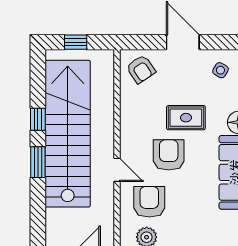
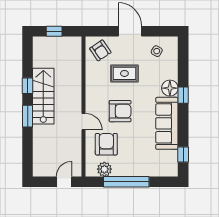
rug: (186, 118) -> (124, 73), moved
stairs: (68, 134) -> (43, 96), width x0.54, depth x0.66
armchair: (169, 155) -> (120, 111), turned 90

